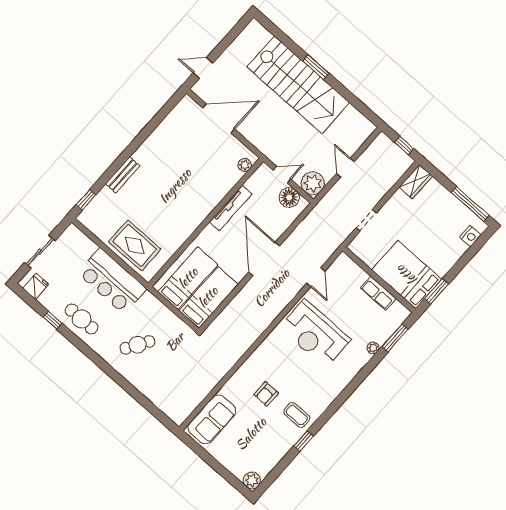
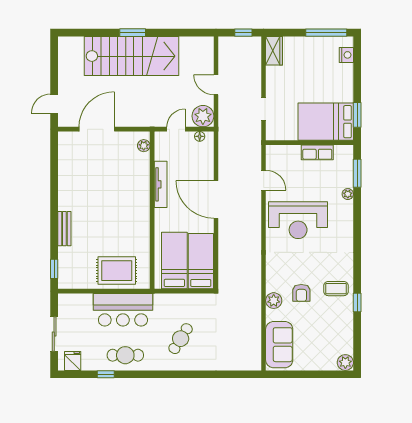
floor lamp: (289, 198) -> (200, 136), width x0.53, depth x0.53
plant: (239, 380) -> (274, 301), added

